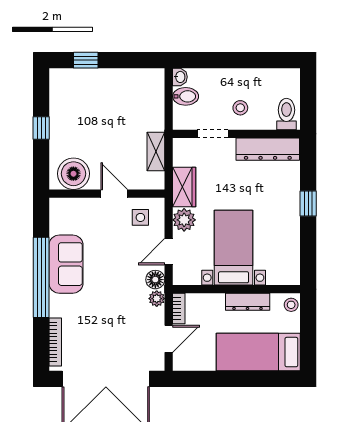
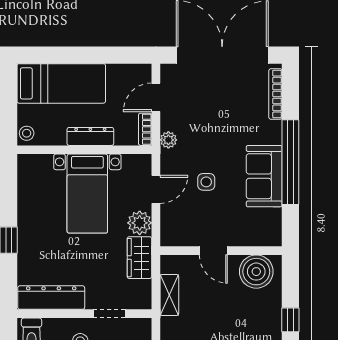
side table: (140, 217) -> (206, 182), moved
floor lamp: (155, 280) -> (170, 160), removed
dresser: (248, 302) -> (90, 136), moved

